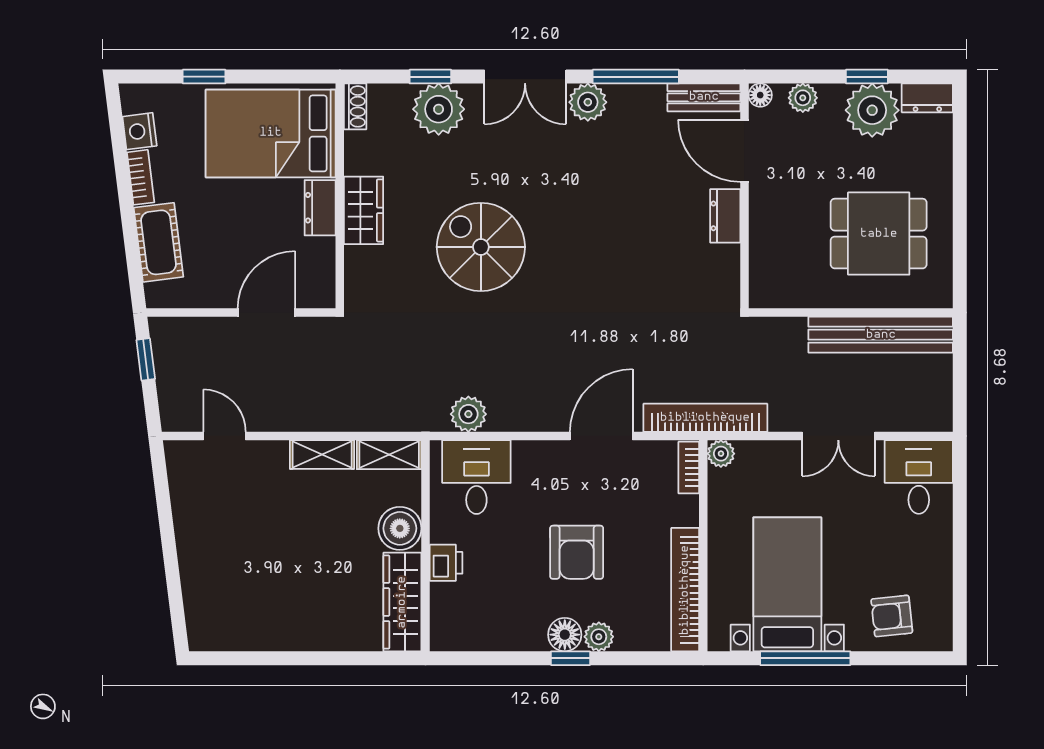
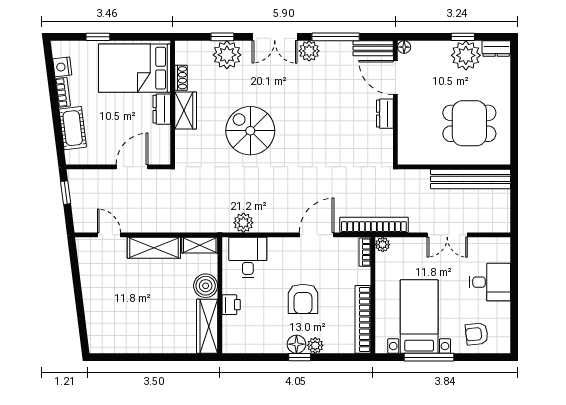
plant: (803, 98) -> (428, 49), removed
shoe rack: (355, 106) -> (181, 78), moved
shelving: (322, 455) -> (154, 248), width x1.50, depth x1.33
desk: (919, 477) -> (490, 282), moved, turned 90

